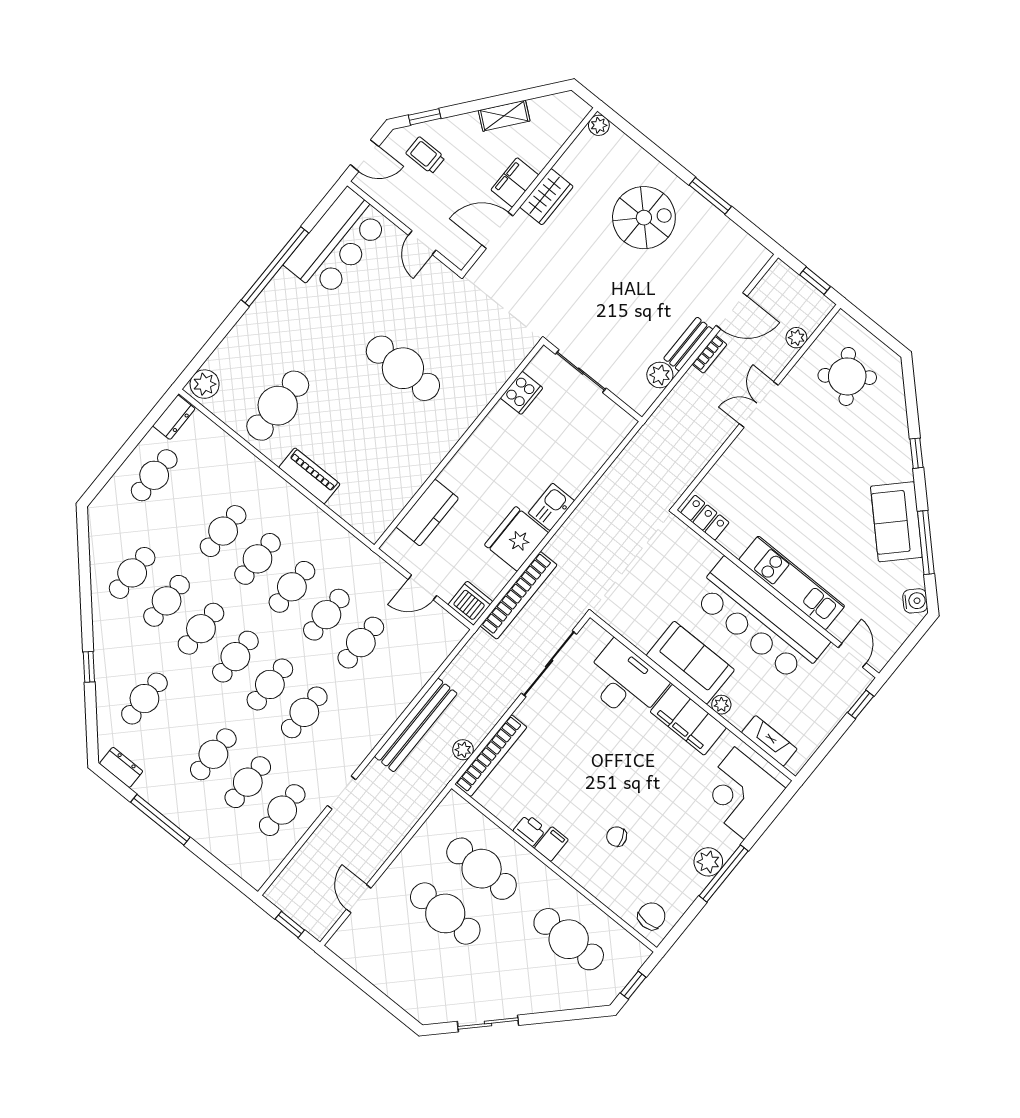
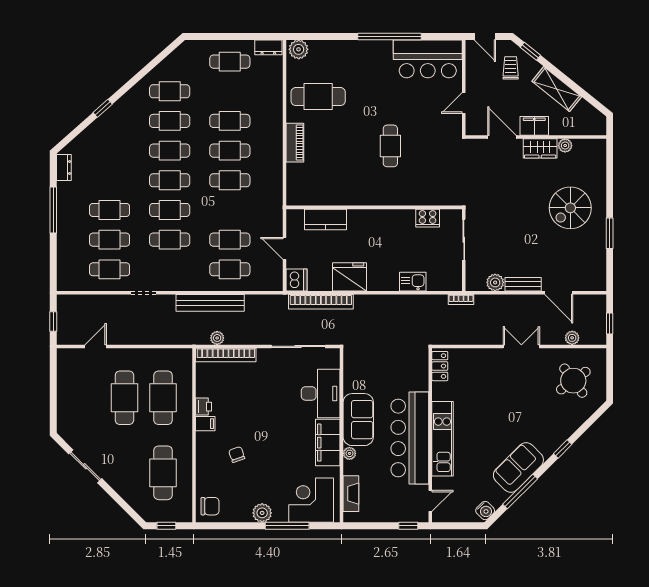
shelving: (504, 116) -> (557, 89), width x1.50, depth x1.33
plant: (599, 125) -> (565, 146), moved
spiral stairs: (644, 218) -> (570, 208), turned 90
bookcase: (709, 354) -> (461, 300), moved
cafe table: (403, 368) -> (390, 146), width x0.73, depth x0.74
kitchen sink: (551, 507) -> (413, 282), moved
cafe table: (326, 615) -> (230, 269), moved
cafe table: (144, 699) -> (110, 151), removed
window: (724, 873) -> (287, 526), moved

